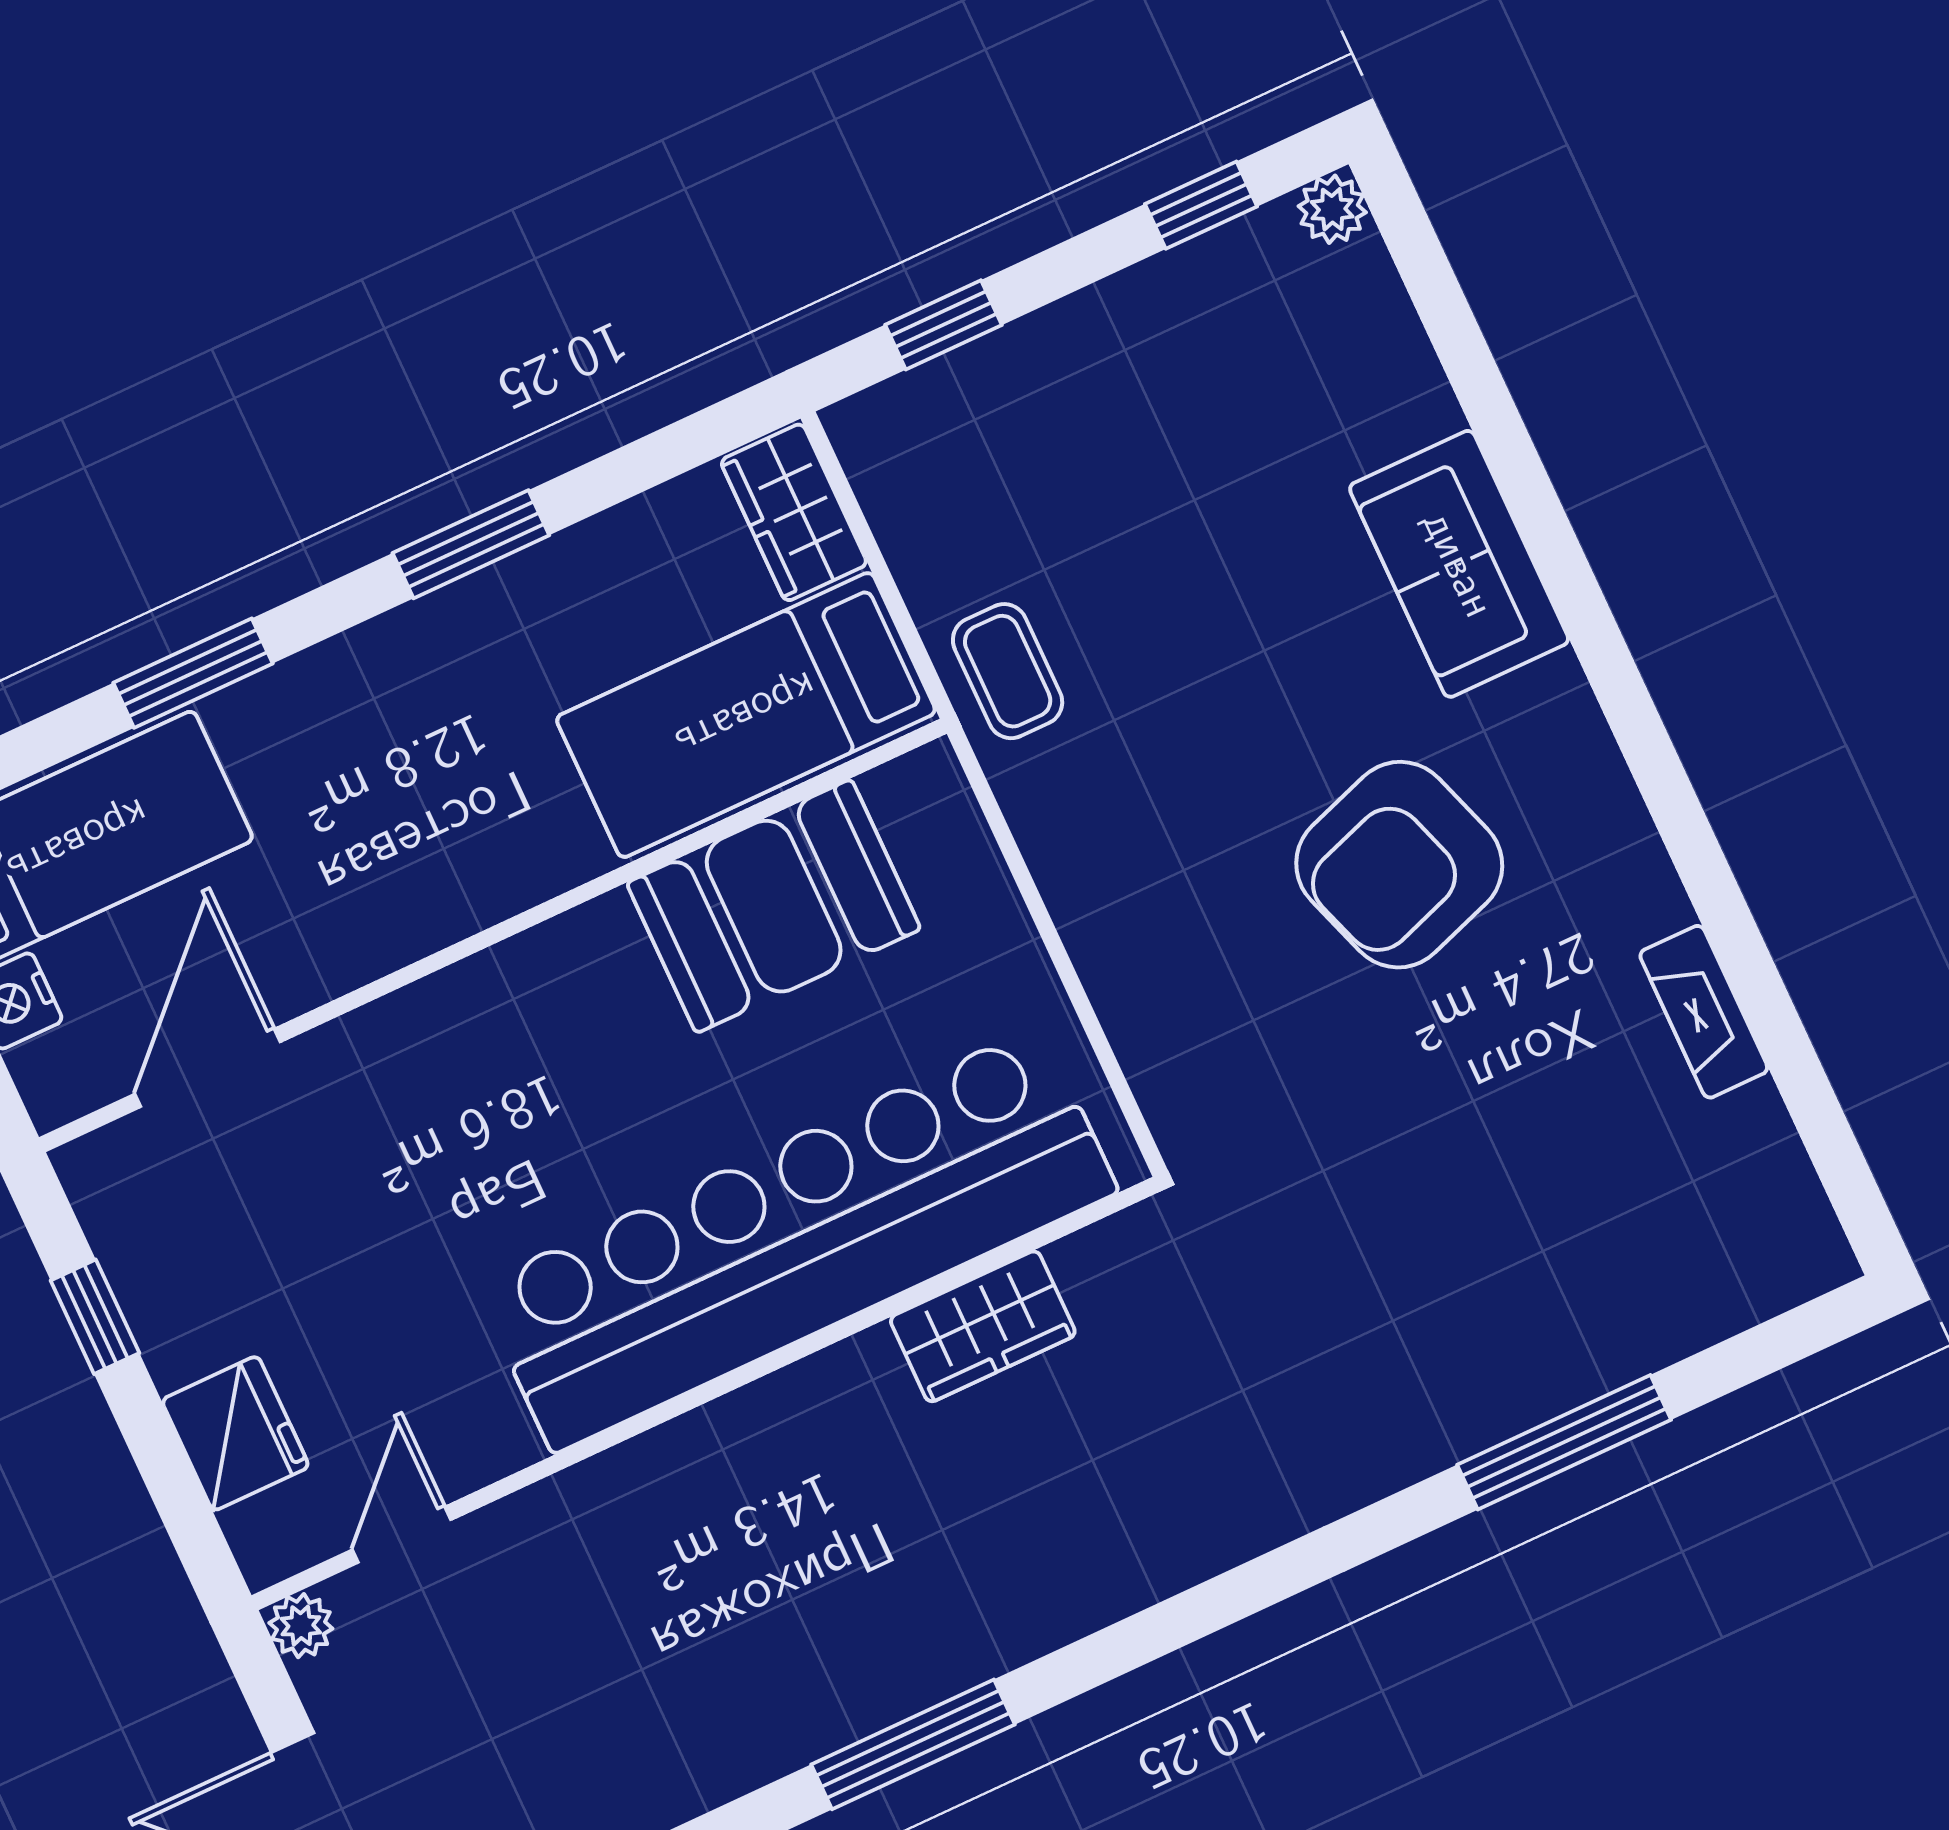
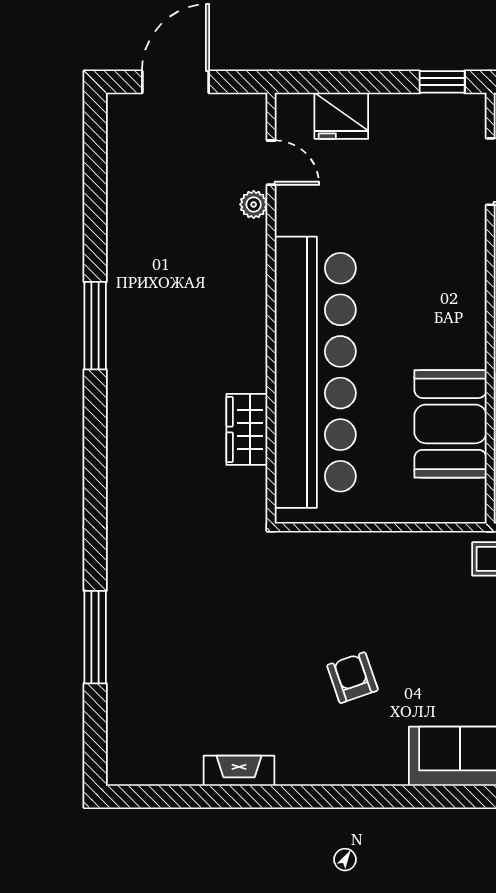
armchair: (1399, 865) -> (352, 678), width x0.53, depth x0.53
window: (95, 1317) -> (442, 82), moved
plant: (301, 1626) -> (254, 204), moved

